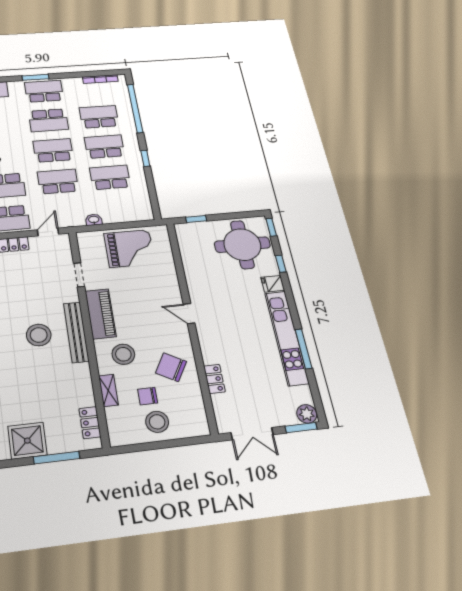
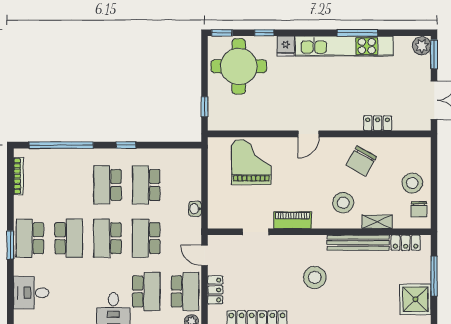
school desk: (99, 117) -> (69, 185), removed
grand piano: (129, 248) -> (251, 162), moved
piano: (101, 314) -> (293, 220), width x0.73, depth x0.75
bench: (76, 332) -> (358, 243), moved
chair: (148, 396) -> (419, 209), moved

